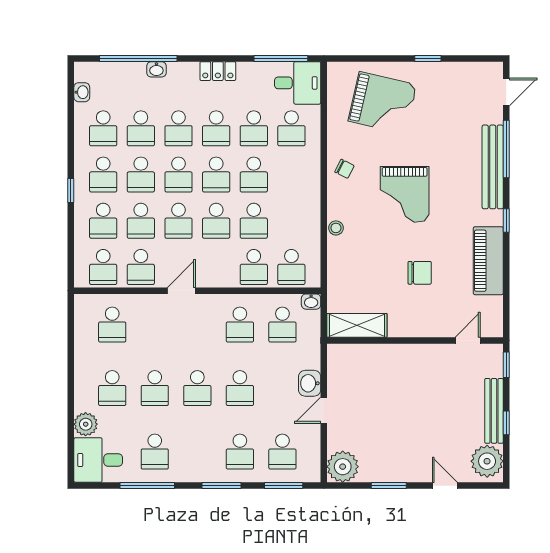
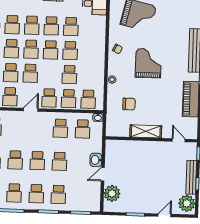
school desk: (291, 128) -> (91, 27), removed
grand piano: (405, 194) -> (148, 63), turned 180
school desk: (216, 221) -> (49, 98), moved
chair: (420, 273) -> (129, 104), moved
shelving: (357, 325) -> (146, 131), moved
door: (468, 340) -> (179, 140), hinge flipped
school desk: (282, 452) -> (36, 194), moved
plant: (343, 467) -> (112, 193), moved
door: (445, 486) -> (164, 215), hinge flipped

